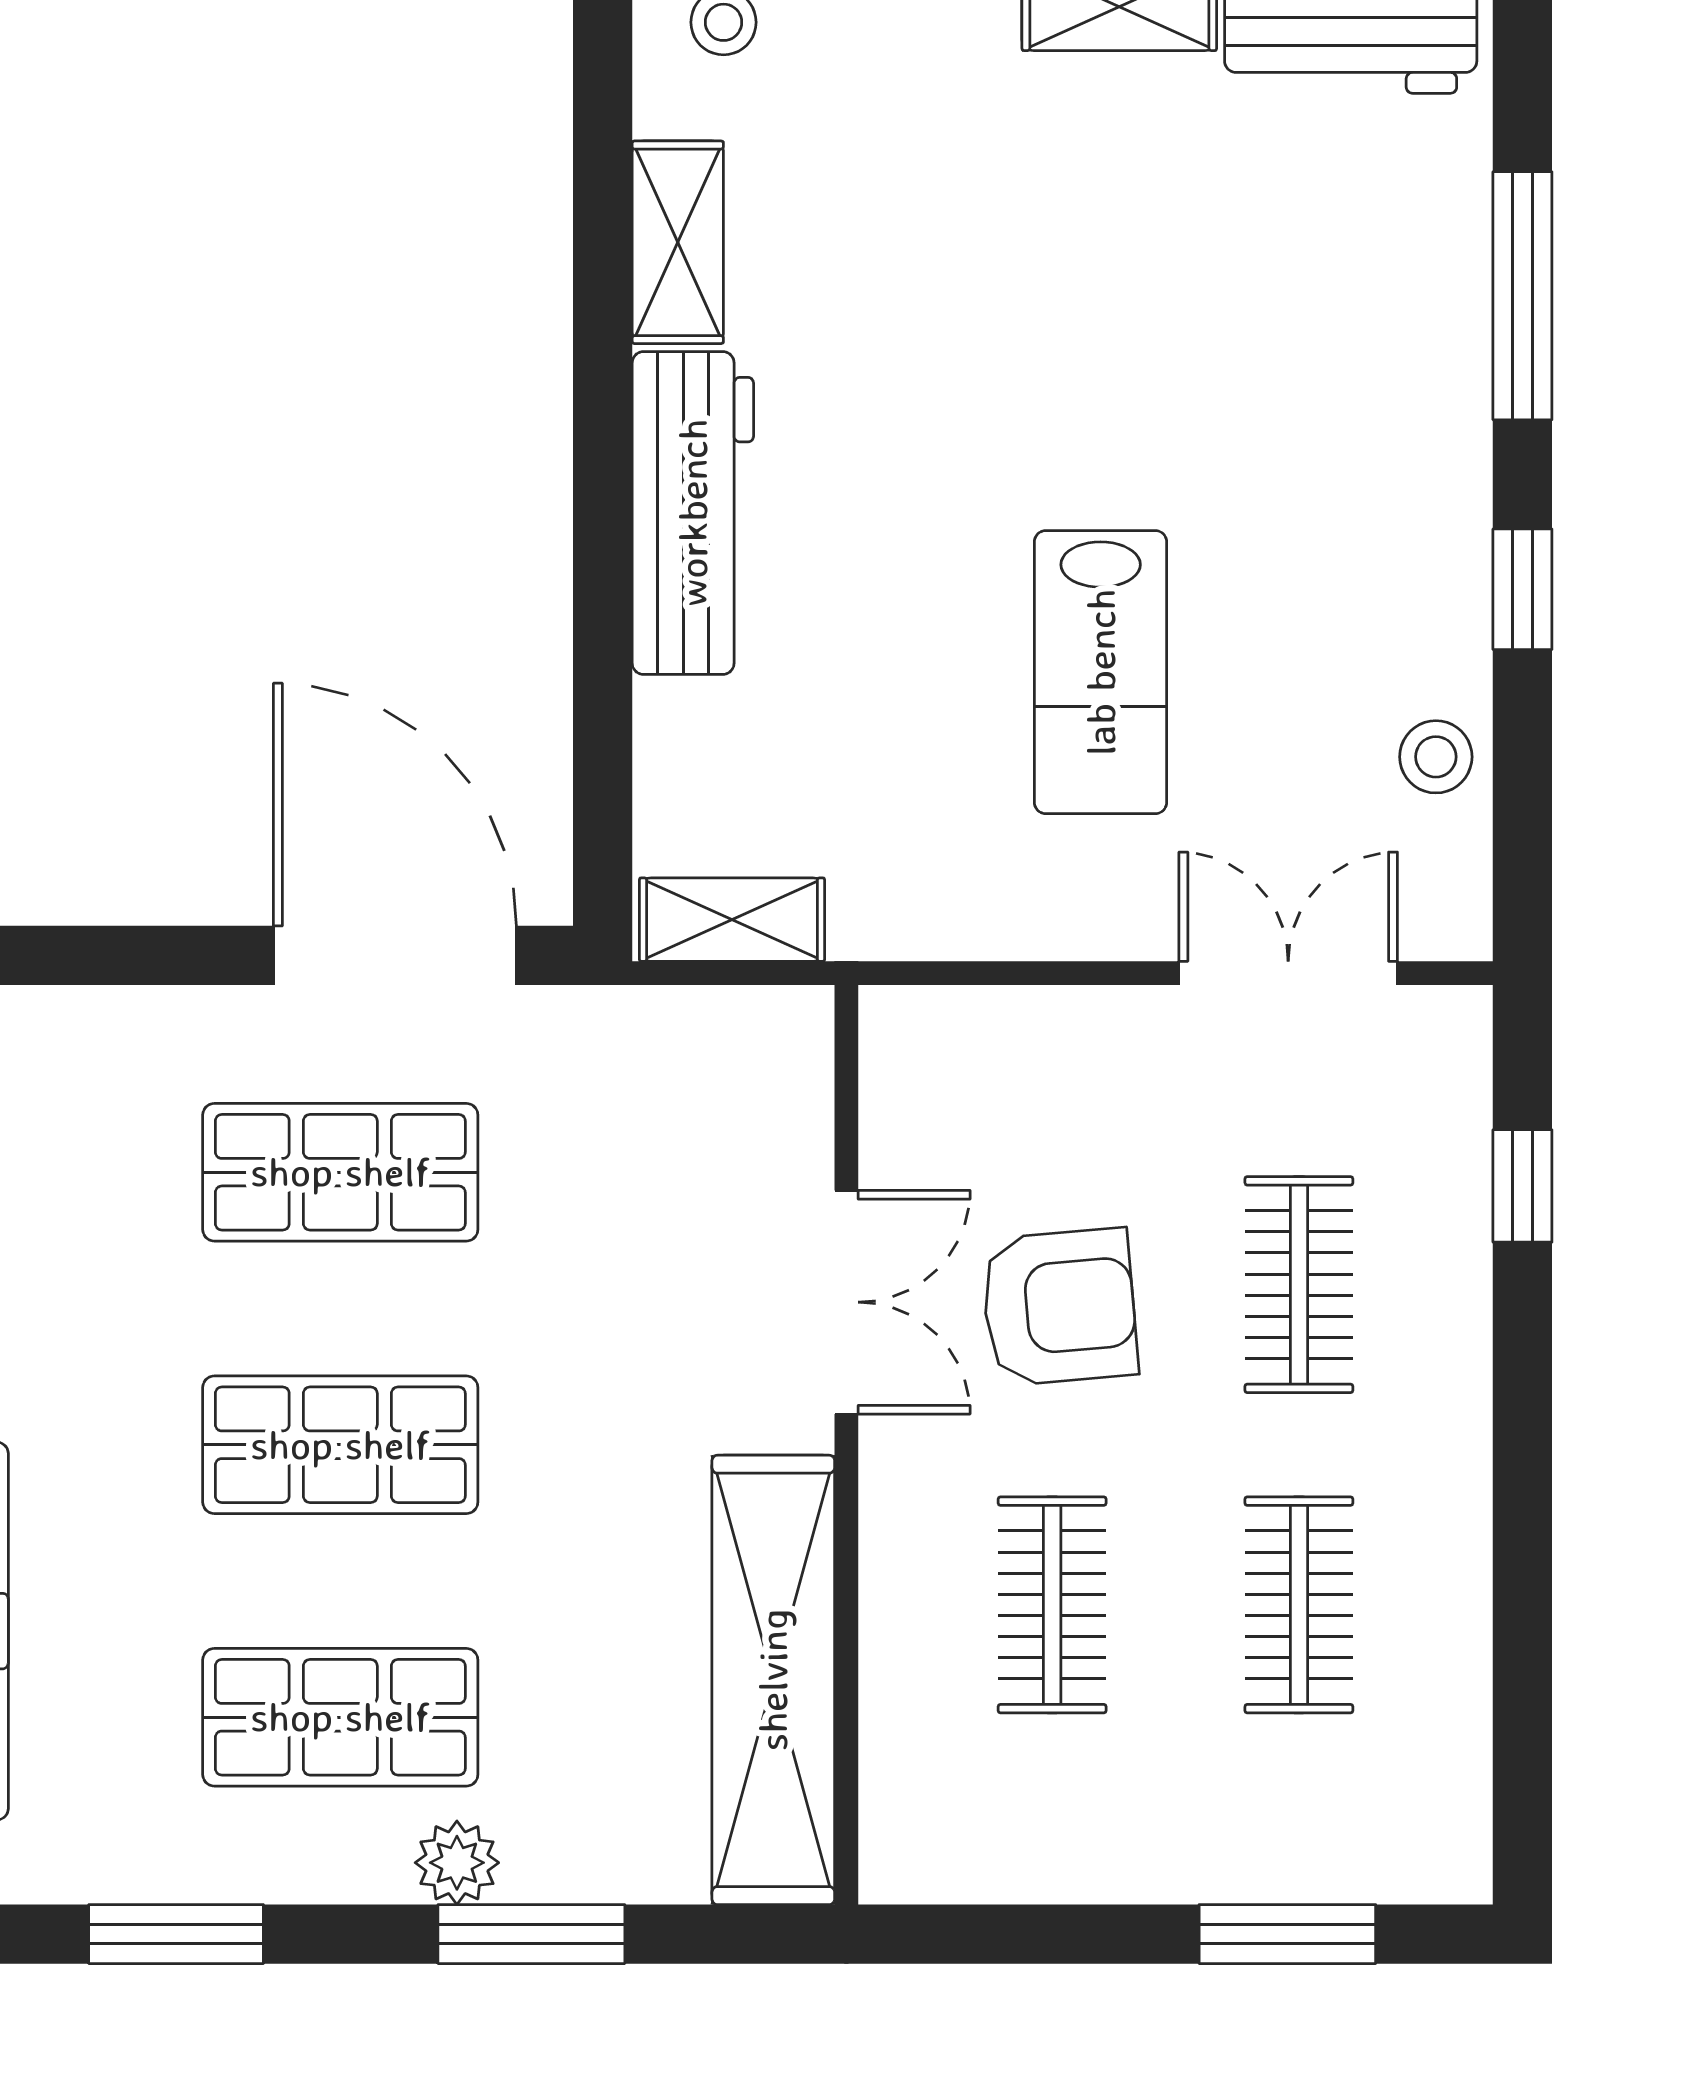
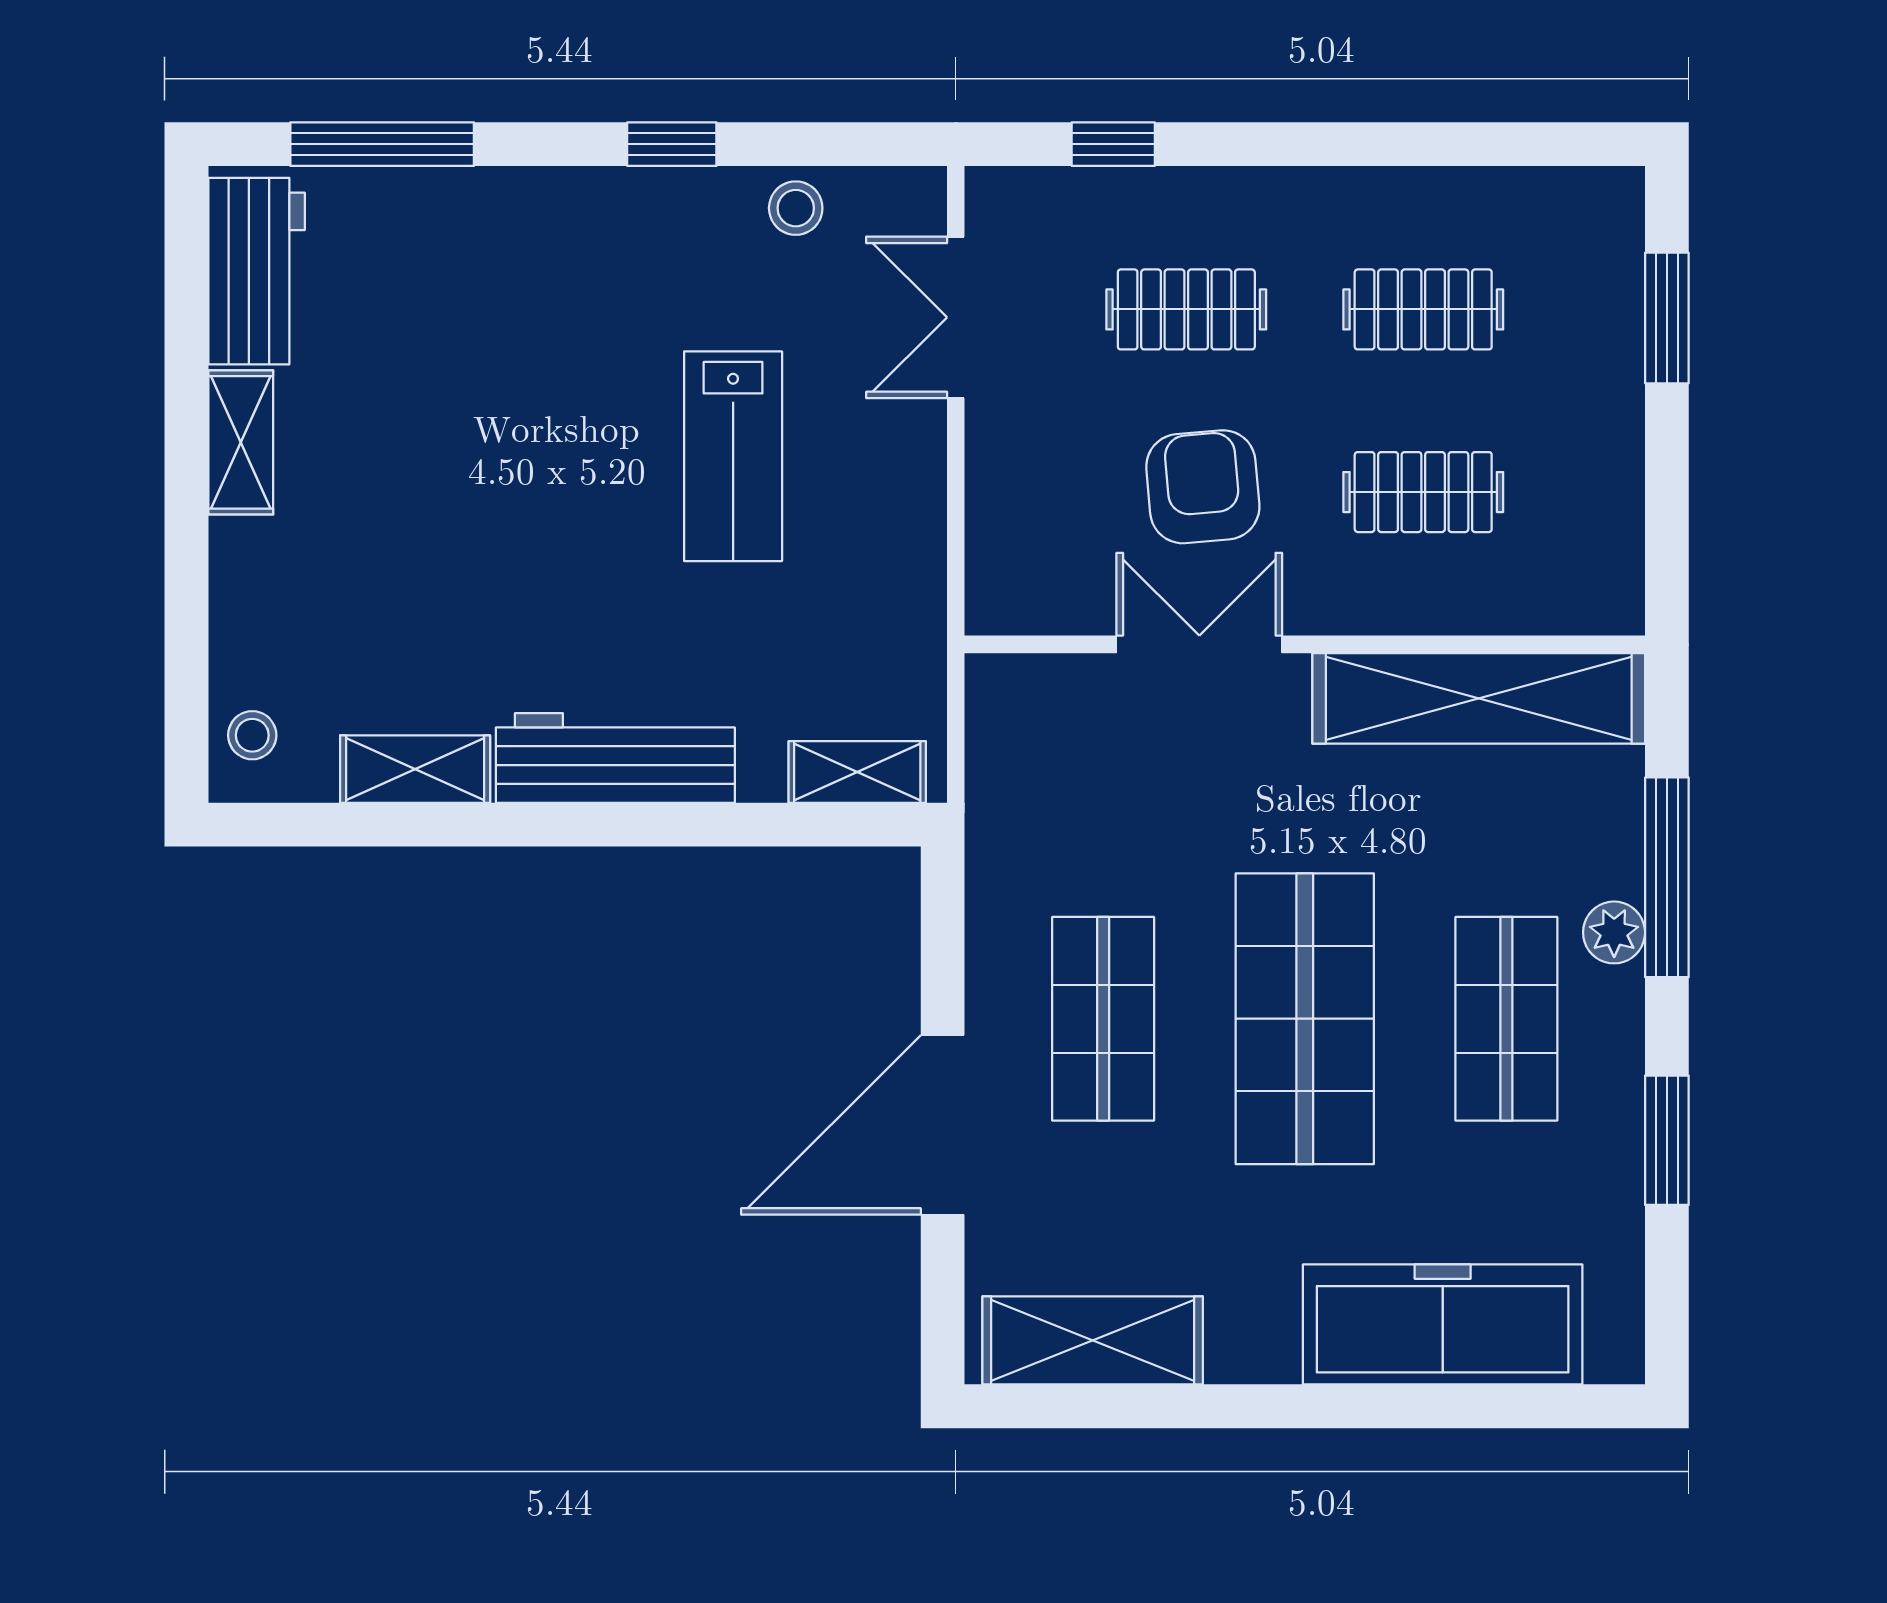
window: (1522, 296) -> (382, 144), moved
lab bench: (1101, 672) -> (733, 456), turned 90
shelving: (732, 920) -> (857, 772), moved, turned 90
door: (395, 955) -> (943, 1125), moved
shop shelf: (340, 1445) -> (1305, 1019), width x1.43, depth x1.36
window: (531, 1934) -> (1667, 877), width x1.44

